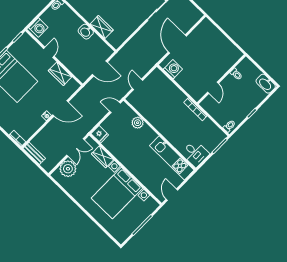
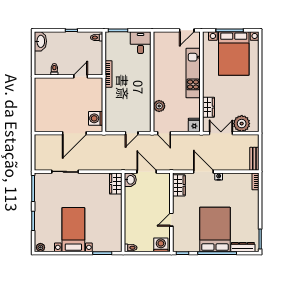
wardrobe: (102, 27) -> (116, 184), moved
washbasin: (86, 32) -> (130, 180), moved
wardrobe: (60, 74) -> (179, 185), moved
kitchen unit: (172, 158) -> (193, 73), moved, turned 180
bed with nightstands: (117, 193) -> (234, 53), moved, turned 90

